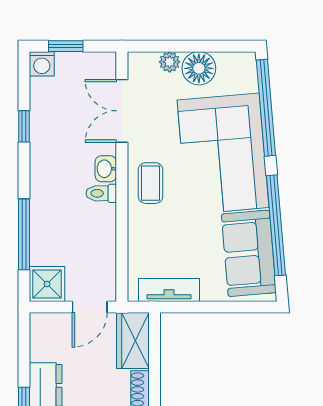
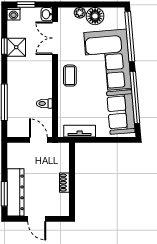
washbasin: (106, 169) -> (47, 14), moved
toilet: (101, 193) -> (44, 103), moved
shower: (47, 284) -> (16, 47), moved
door: (90, 307) -> (38, 140), swing flipped
wardrobe: (133, 340) -> (61, 157), removed

